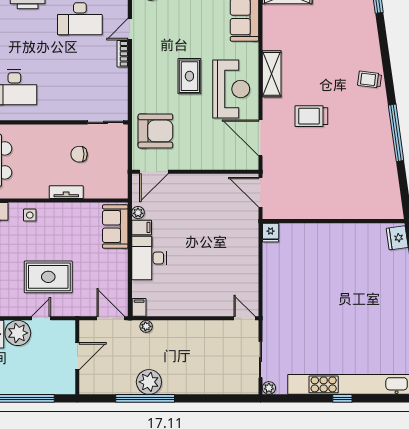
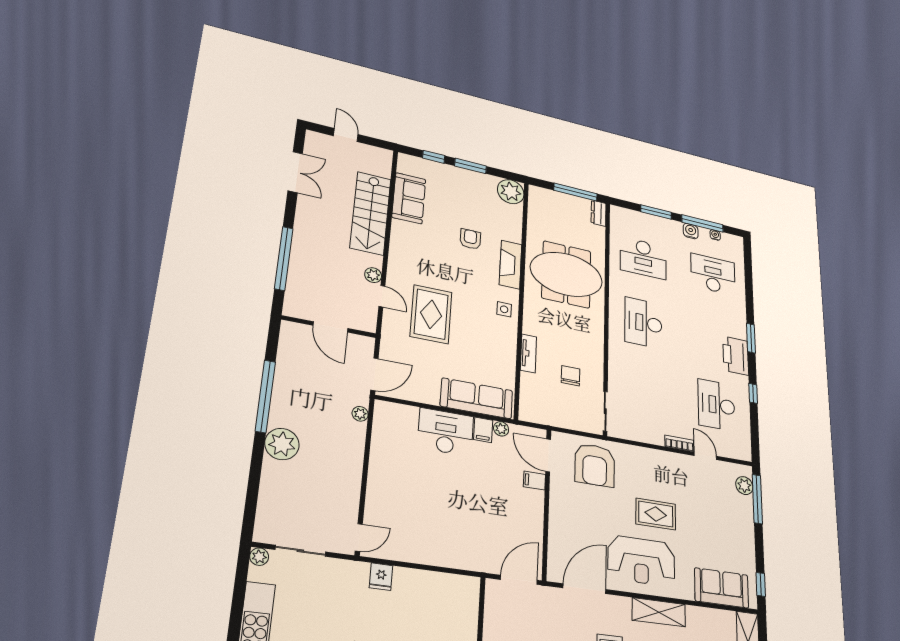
sofa: (115, 227) -> (477, 398), width x1.36
fridge: (271, 233) -> (381, 577), moved, turned -90
filing cabinet: (139, 307) -> (534, 481), moved, turned 180
plant: (18, 333) -> (373, 275), width x0.53, depth x0.53
plant: (149, 382) -> (282, 444), moved

